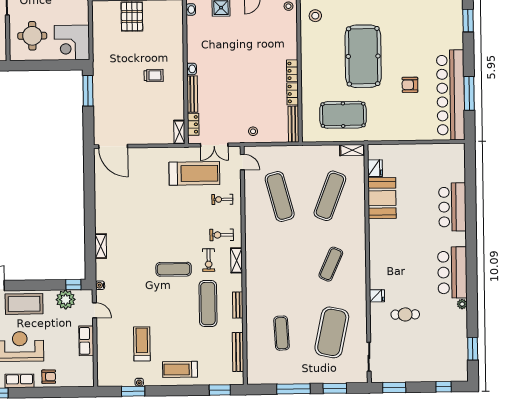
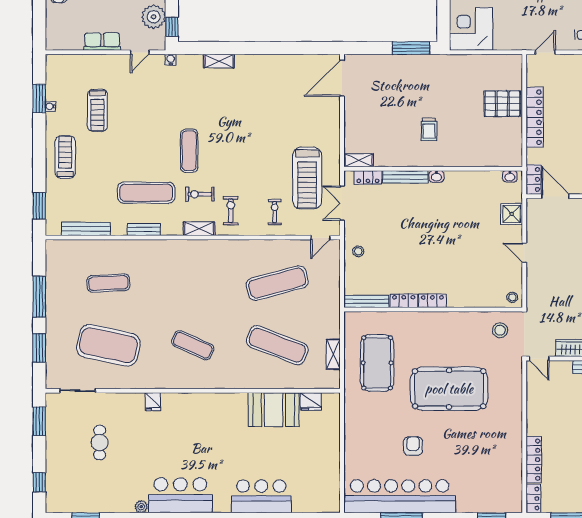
shelving: (352, 150) -> (333, 354), moved
cafe table: (405, 314) -> (100, 442), moved
treadmill: (142, 344) -> (97, 110), turned 90

